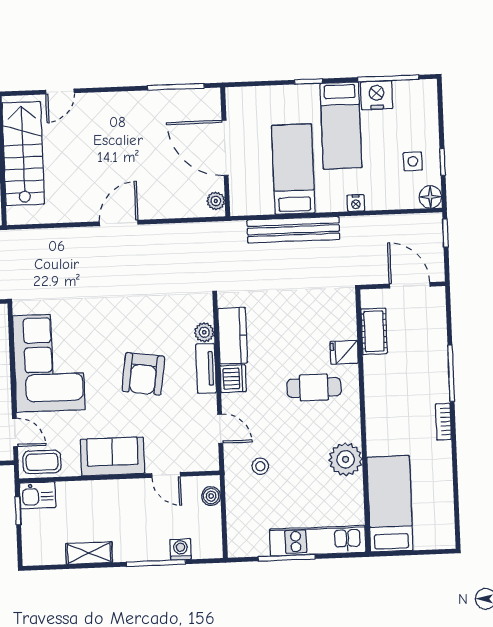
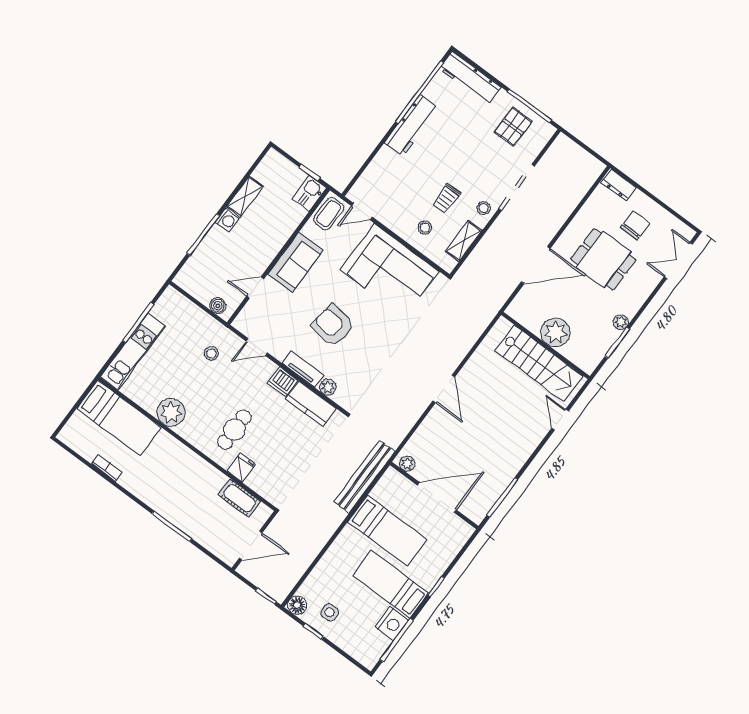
nightstand: (356, 203) -> (332, 554), removed
bench: (293, 230) -> (364, 477), moved
bookcase: (443, 422) -> (107, 468), moved
washing machine: (181, 549) -> (227, 220), moved

